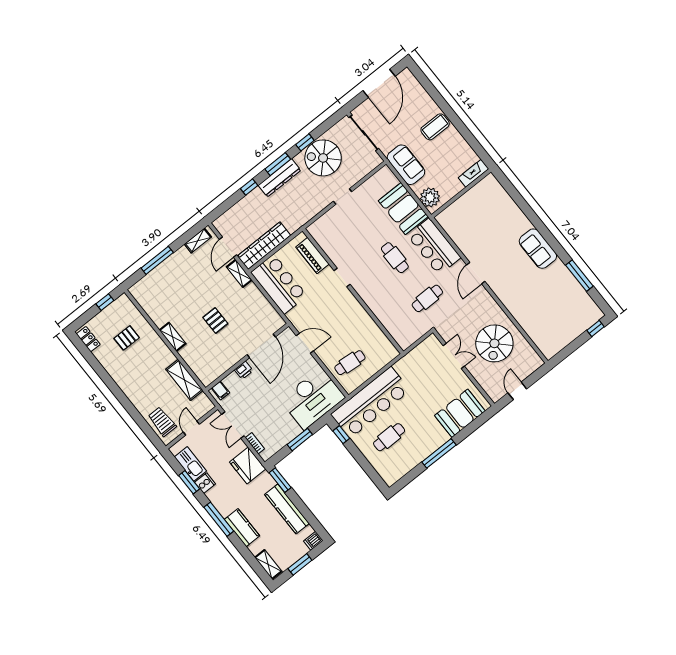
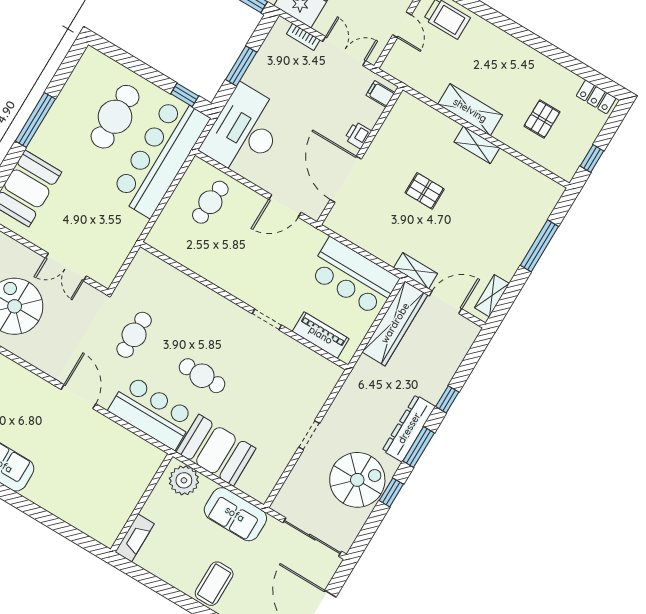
door: (228, 247) -> (445, 302), hinge flipped
shelving: (184, 380) -> (470, 110), moved
cafe table: (389, 437) -> (115, 117), width x1.37, depth x1.35

